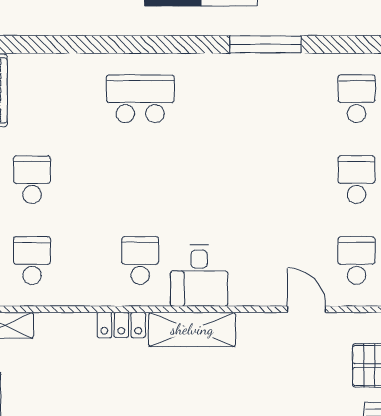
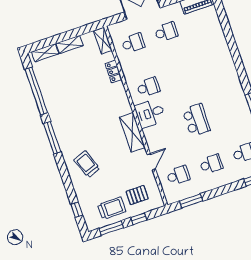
school desk: (140, 99) -> (196, 120), moved
locker: (121, 325) -> (114, 71), moved
shelving: (192, 329) -> (132, 132), moved

